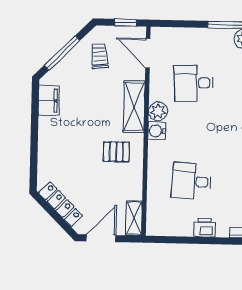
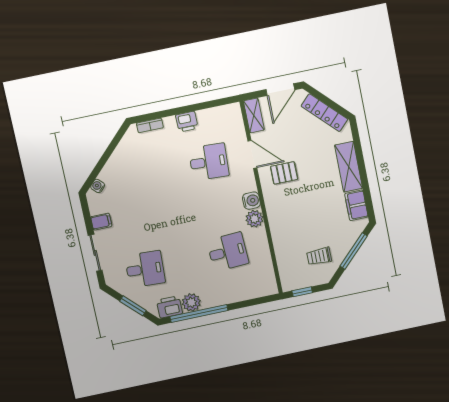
door: (148, 53) -> (252, 154), moved
trolley: (99, 56) -> (319, 256), turned 96
shelving: (134, 107) -> (349, 167), moved

